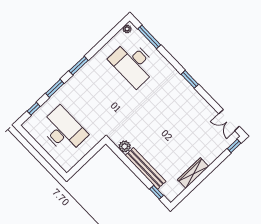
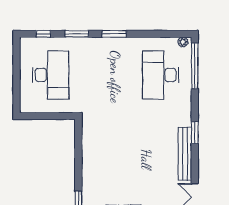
window: (149, 37) -> (195, 66), width x1.46
plant: (125, 146) -> (88, 136), removed
bench: (146, 168) -> (185, 154), moved

